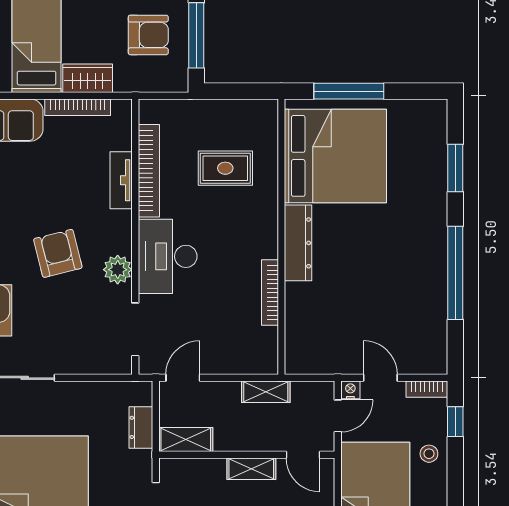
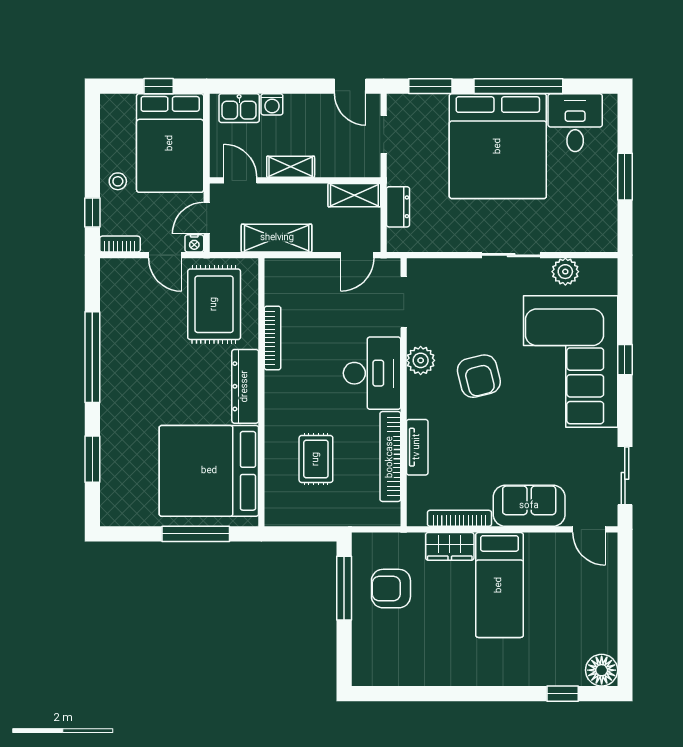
rug: (225, 168) -> (316, 459), turned 90
rug: (330, 327) -> (214, 304), added
shelving: (266, 392) -> (277, 238), width x1.50, depth x1.33

